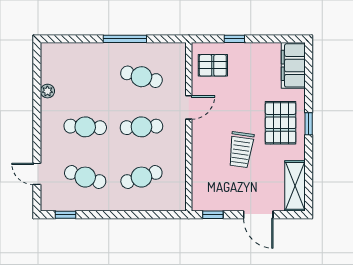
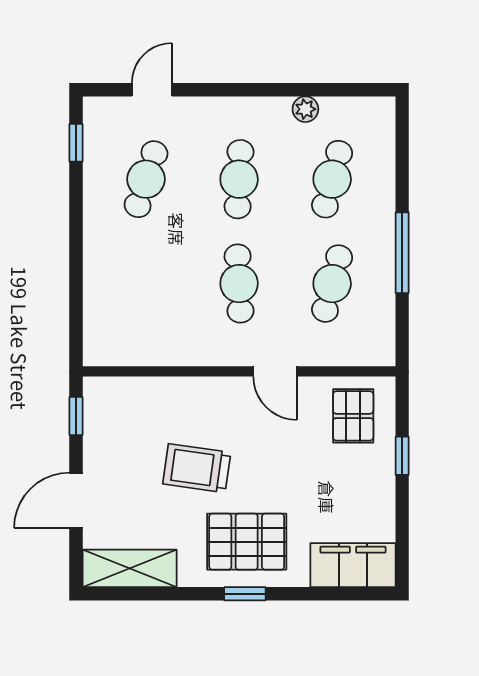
cafe table: (141, 177) -> (332, 179), moved, turned 33

